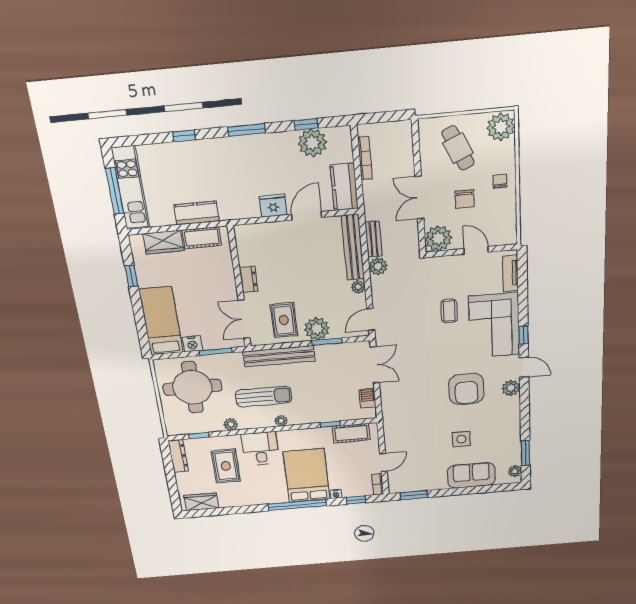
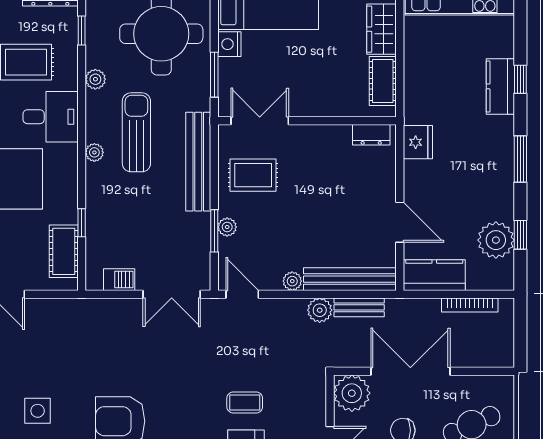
double door: (419, 198) -> (410, 371), width x1.37
fridge: (273, 206) -> (418, 142), moved
kitchen counter: (196, 213) -> (500, 86), moved, turned 180
dresser: (249, 279) -> (371, 135), moved
plant: (317, 329) -> (227, 227), width x0.53, depth x0.53
sun lounger: (264, 397) -> (136, 132), turned 180

